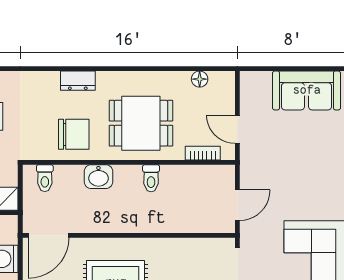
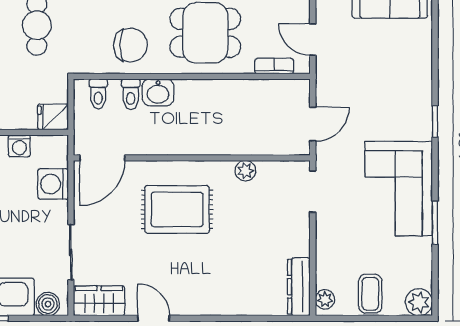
toilet: (151, 178) -> (131, 94), moved
plant: (177, 247) -> (245, 171), added

